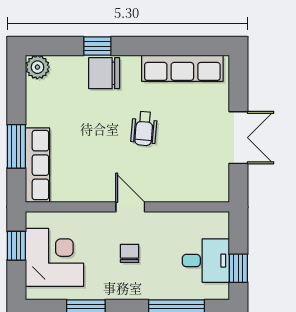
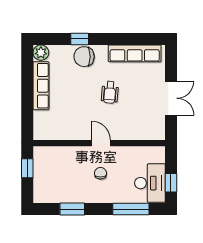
window: (16, 146) -> (27, 104), removed
row of seats: (38, 165) -> (41, 86), moved
corner desk: (55, 257) -> (52, 176), removed
desk: (206, 261) -> (150, 183), width x1.37

